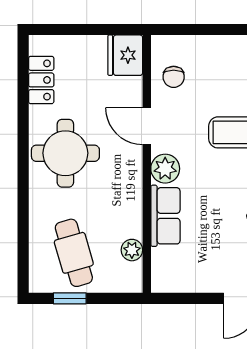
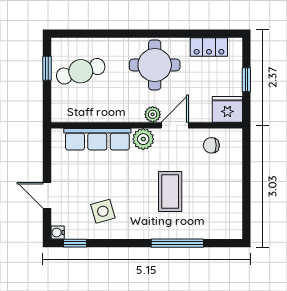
window: (85, 30) -> (246, 80), added
row of seats: (165, 216) -> (97, 139), width x1.48
plant: (132, 250) -> (153, 114), moved

